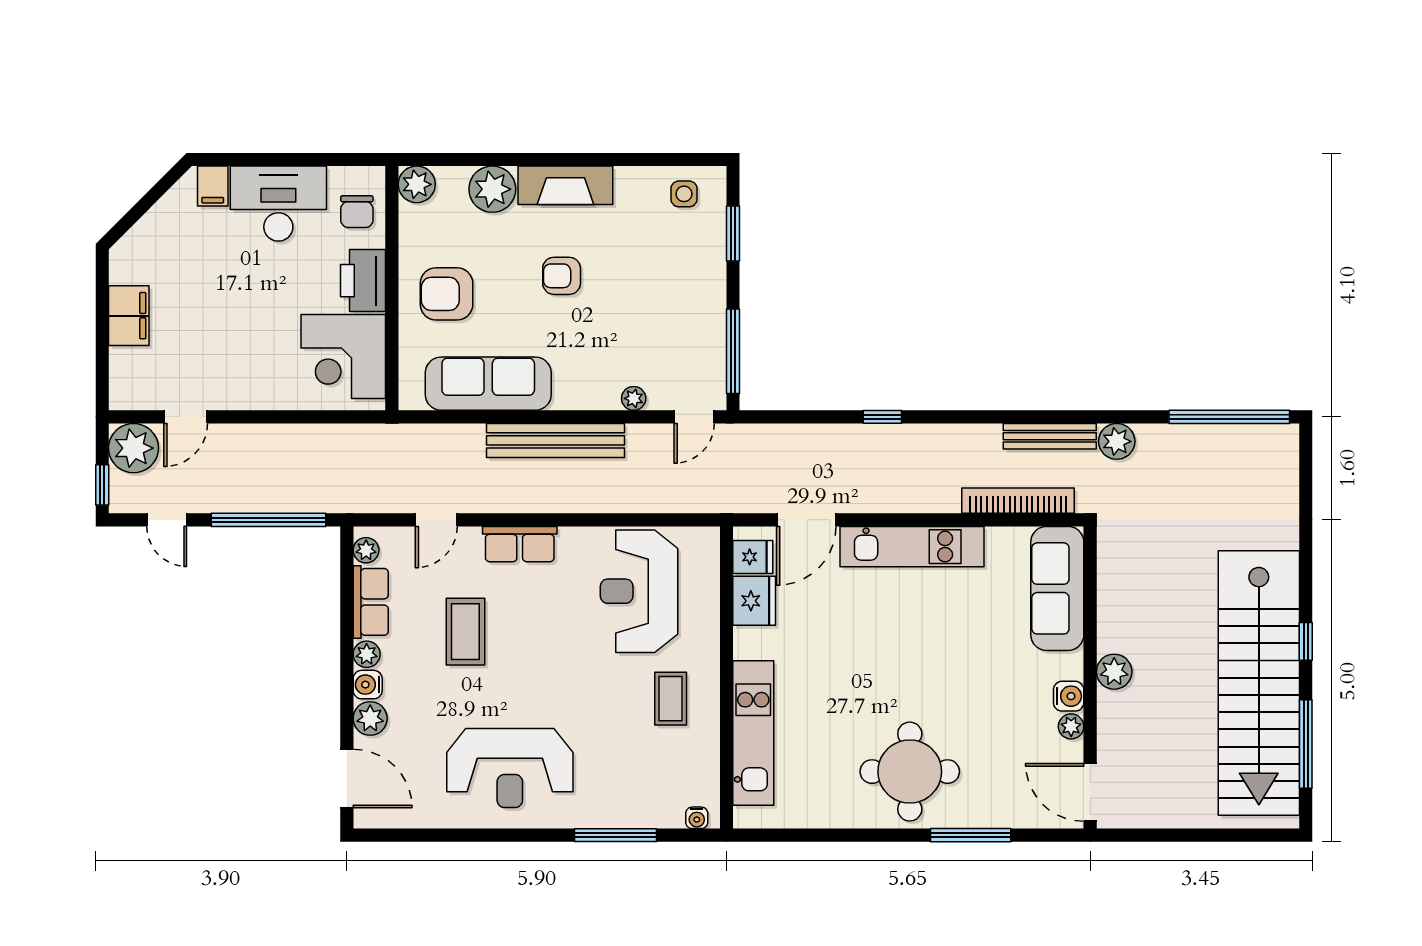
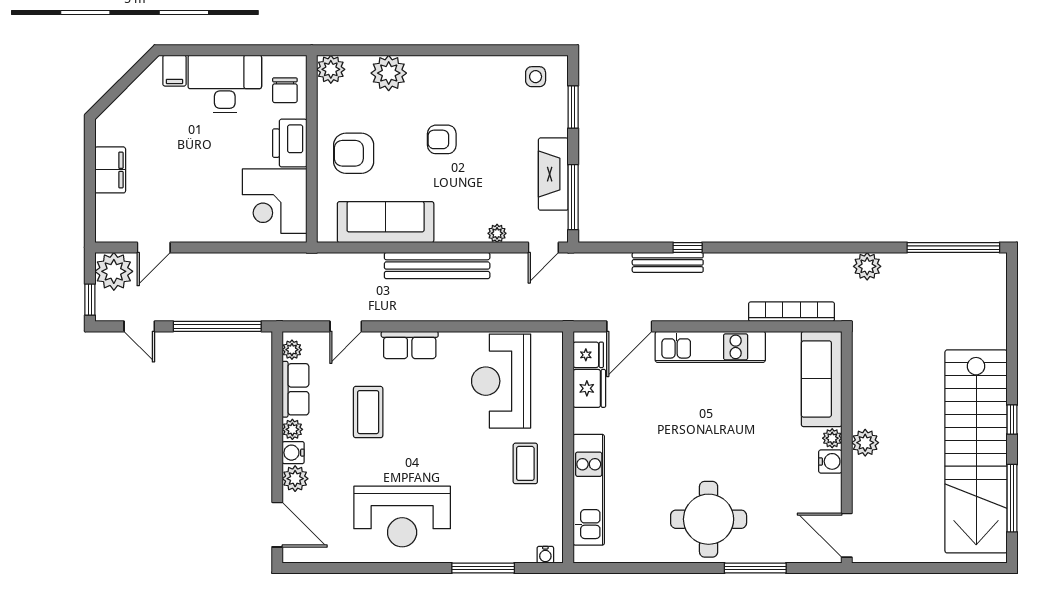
fireplace: (565, 185) -> (553, 174), moved, turned 90
bench: (1050, 436) -> (668, 262), moved
plant: (1071, 726) -> (832, 438), moved

